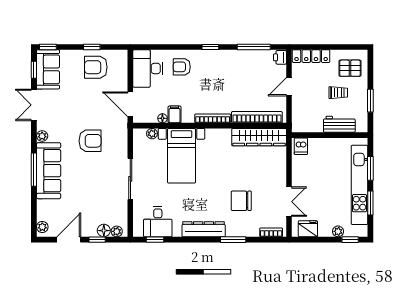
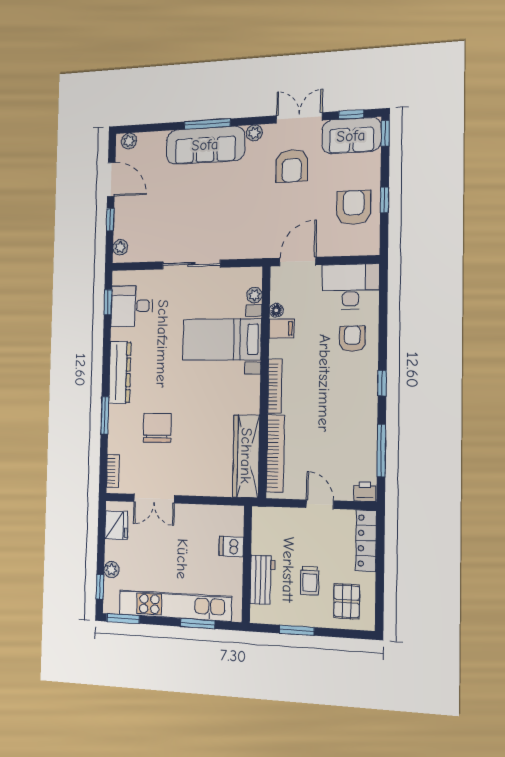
armchair: (90, 141) -> (292, 166), moved
dishwasher: (301, 146) -> (231, 546), moved
window: (370, 203) -> (123, 619), moved
floor lamp: (104, 231) -> (122, 229), removed

